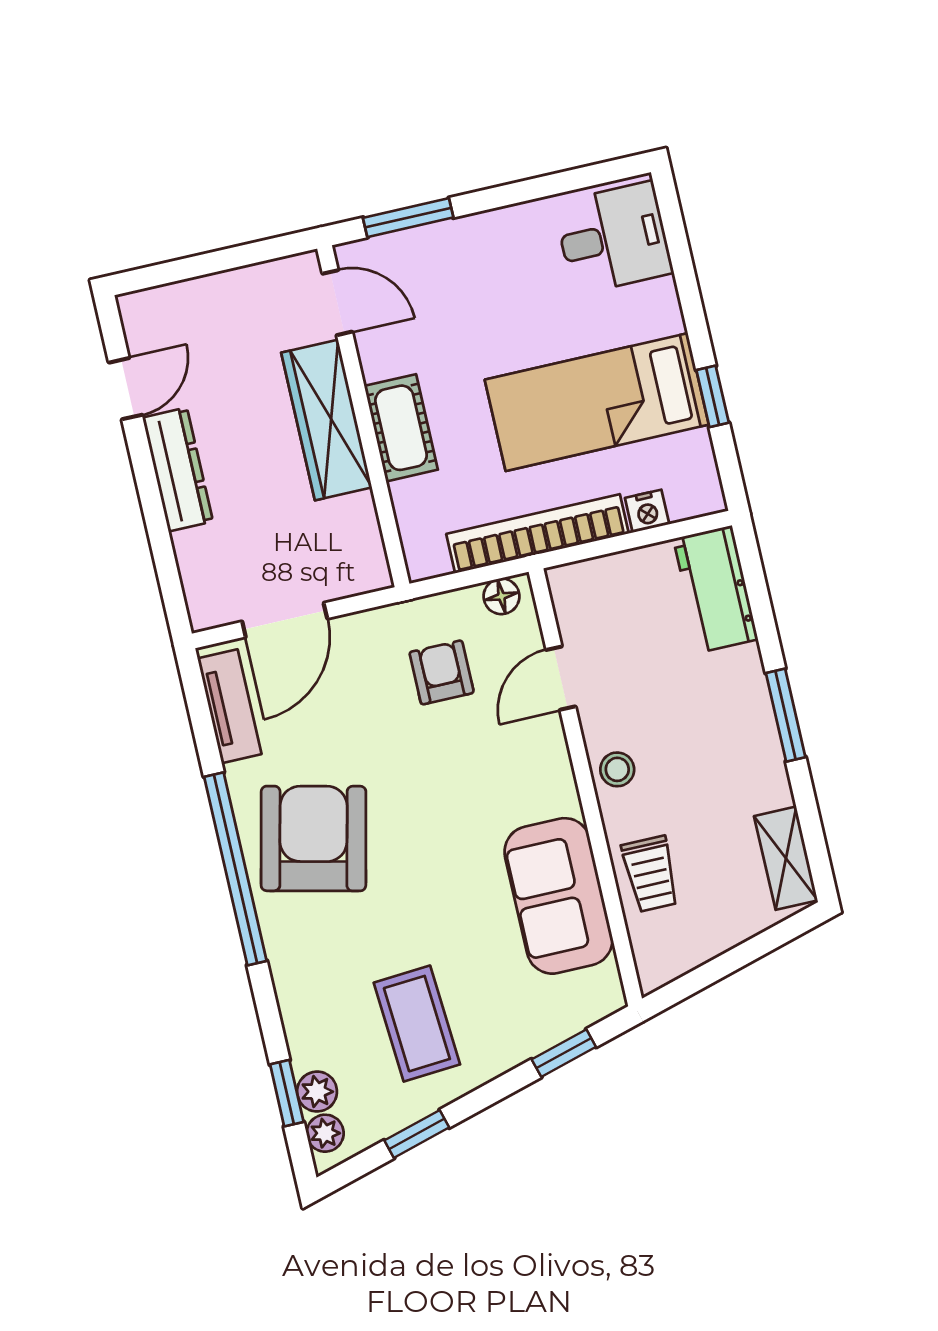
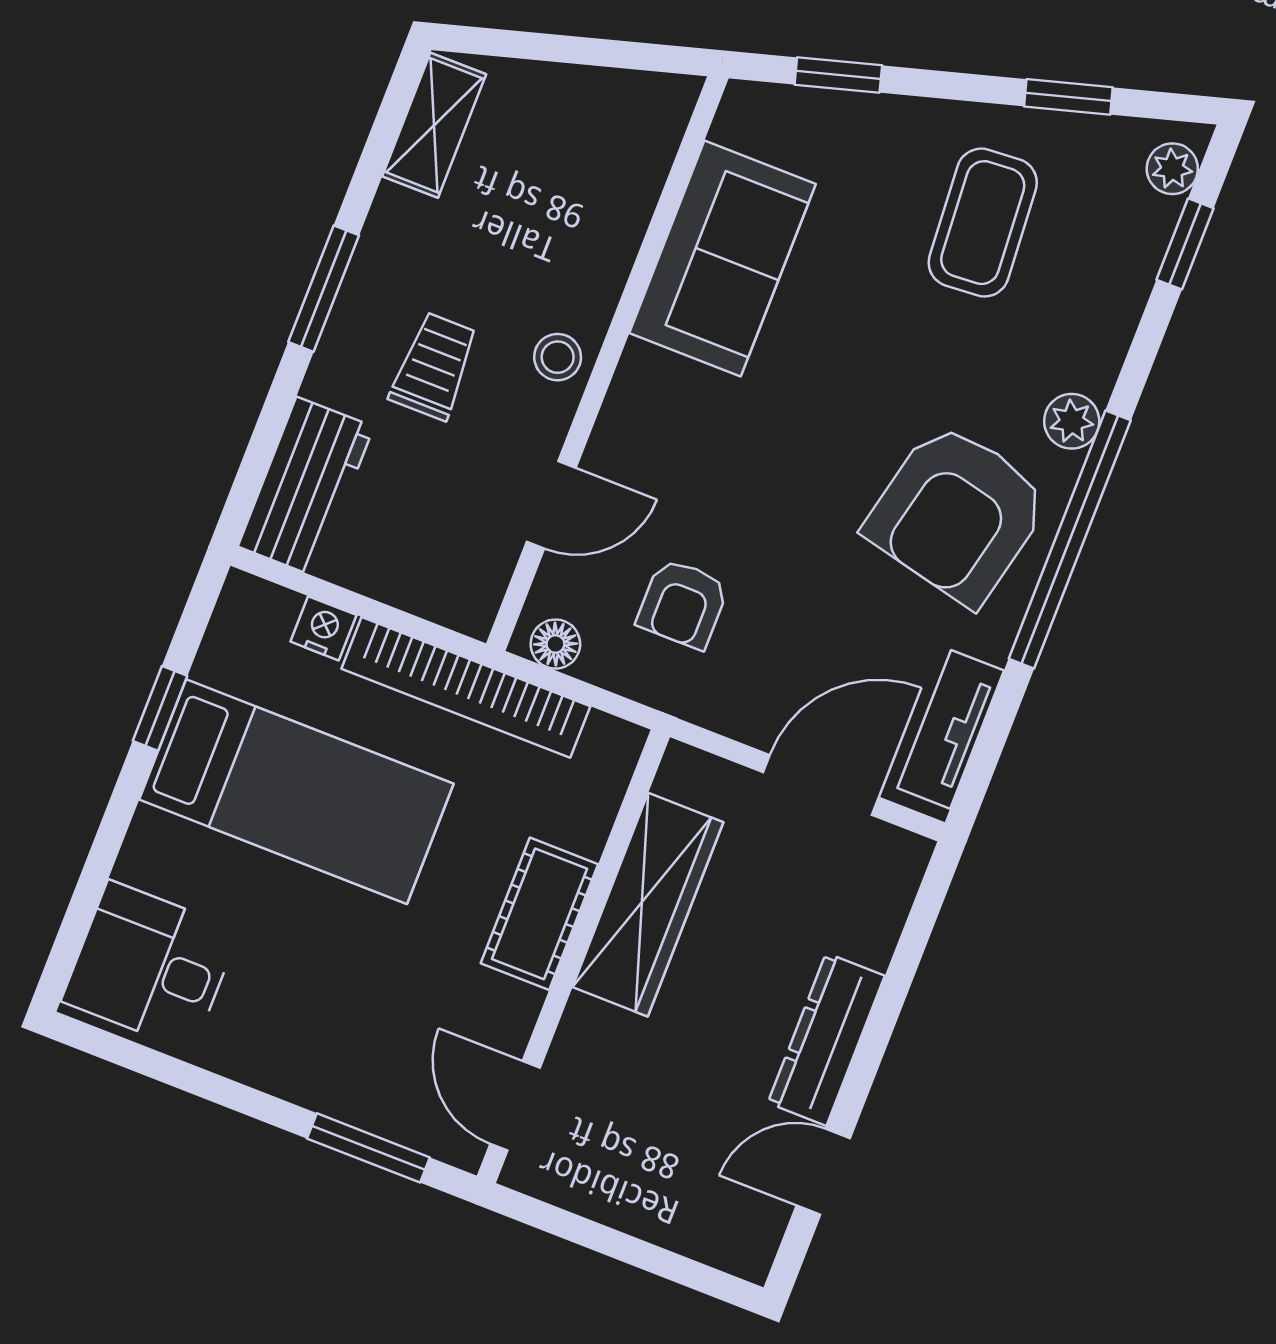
wardrobe: (327, 420) -> (648, 905), moved
trolley: (651, 874) -> (434, 366), moved
plant: (317, 1092) -> (1072, 421), moved

